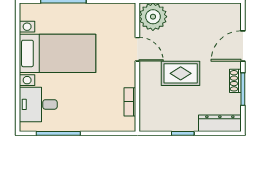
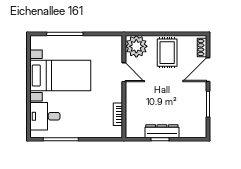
rug: (181, 73) -> (167, 53), moved, turned 90
shoe rack: (235, 81) -> (202, 47), moved
dresser: (220, 123) -> (162, 131), moved

